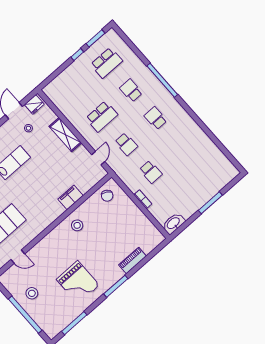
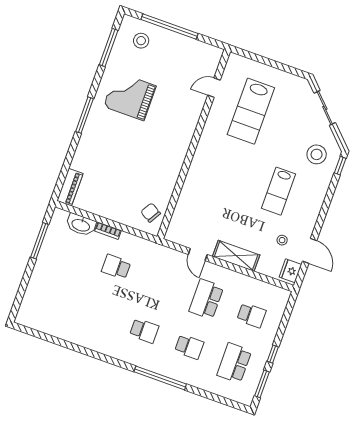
school desk: (126, 144) -> (251, 315), moved, turned 180
door: (98, 158) -> (198, 254), moved
filing cabinet: (70, 197) -> (191, 188), removed
window: (210, 203) -> (39, 241), moved
washbasin: (173, 223) -> (81, 225), moved, turned 90
stool: (77, 225) -> (166, 160), removed
piano: (132, 261) -> (70, 187), moved
stool: (32, 293) -> (141, 41), moved

